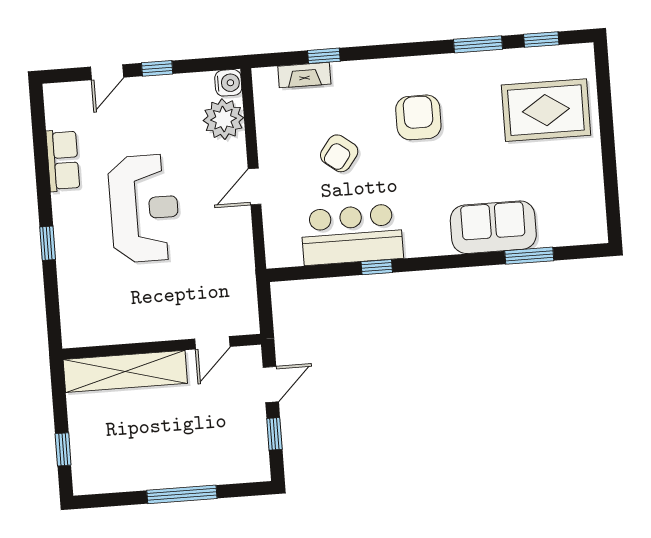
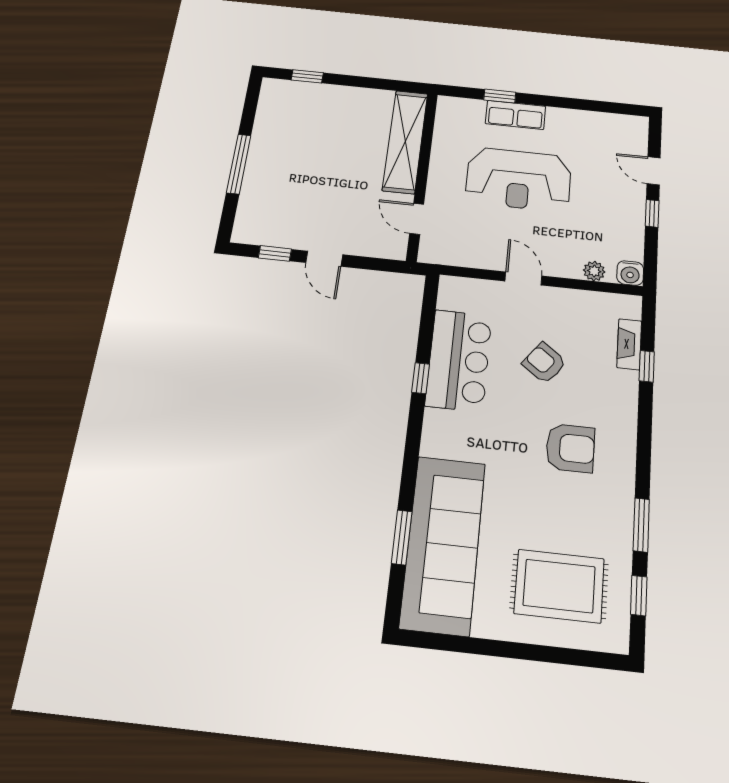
rug: (546, 110) -> (559, 586), turned 90
plant: (223, 119) -> (594, 271), width x0.53, depth x0.53
row of seats: (63, 160) -> (516, 115), moved
sofa: (493, 227) -> (443, 544), width x1.85, depth x1.27
door: (212, 343) -> (417, 219), moved
wall: (162, 347) -> (422, 175), moved
shelving: (125, 371) -> (405, 141), moved

